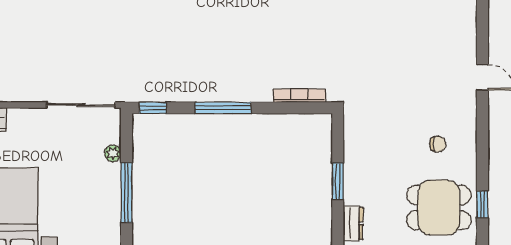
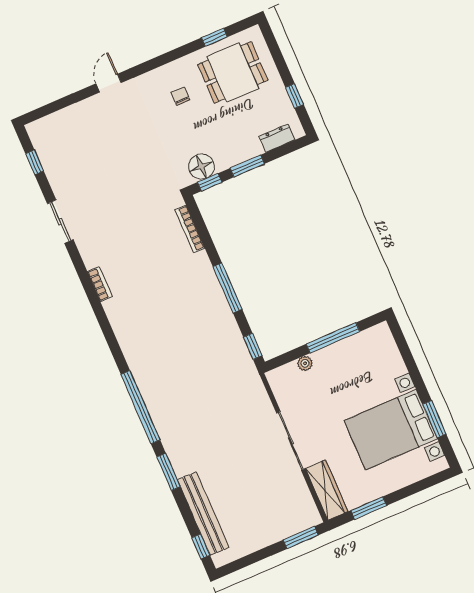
sliding door: (81, 105) -> (291, 441), moved
floor lamp: (357, 135) -> (201, 167), added
window: (338, 136) -> (210, 182), added
dining table: (439, 208) -> (233, 72), turned 90

